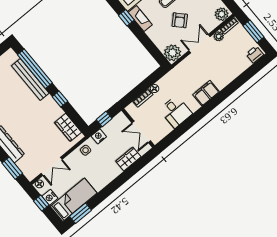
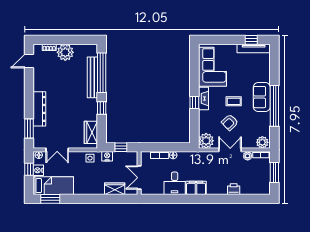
window: (126, 18) -> (194, 102), moved
printer: (255, 54) -> (234, 189), moved
filing cabinet: (206, 93) -> (196, 188), moved

